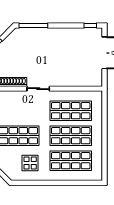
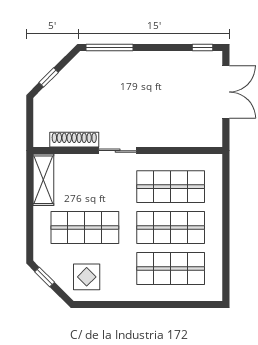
display table: (30, 163) -> (87, 277), moved

